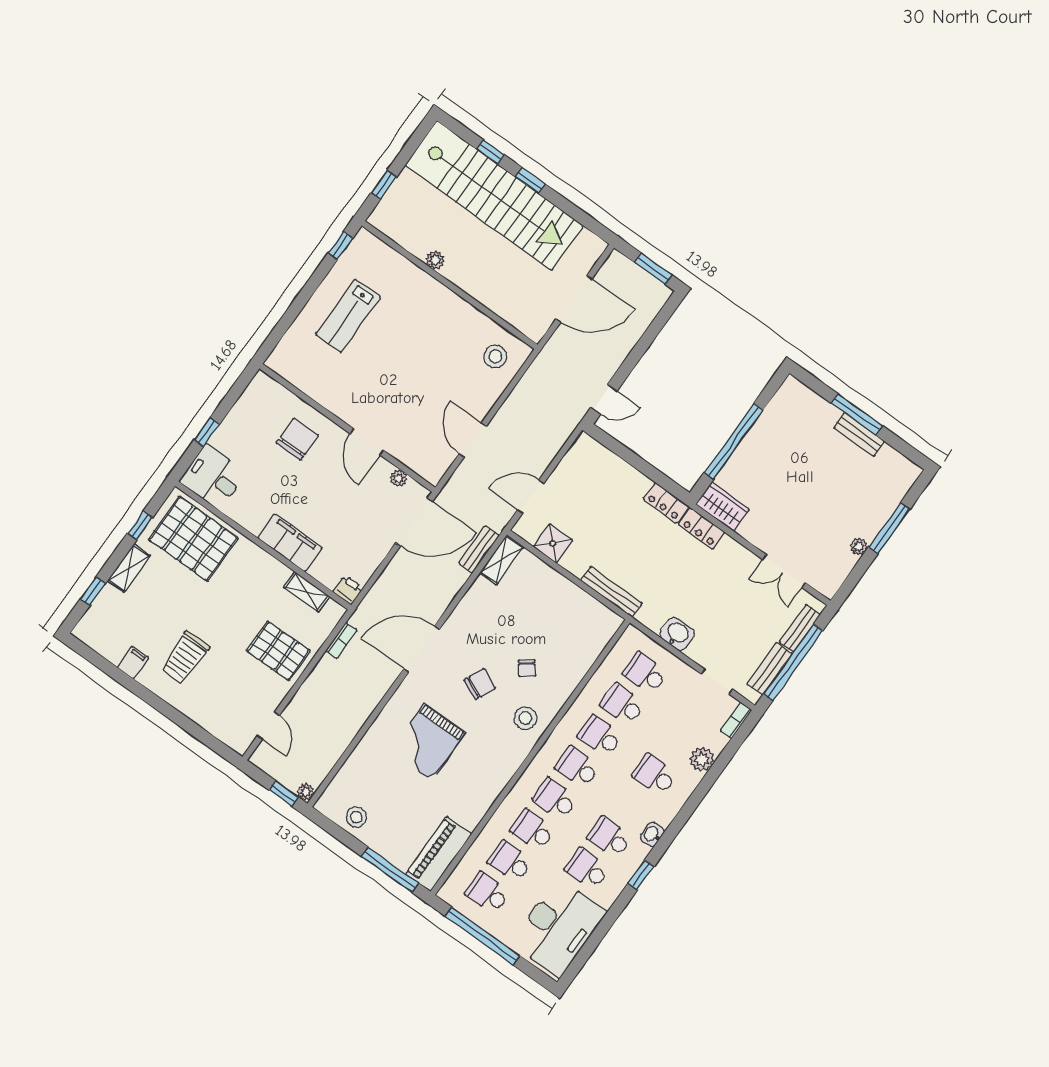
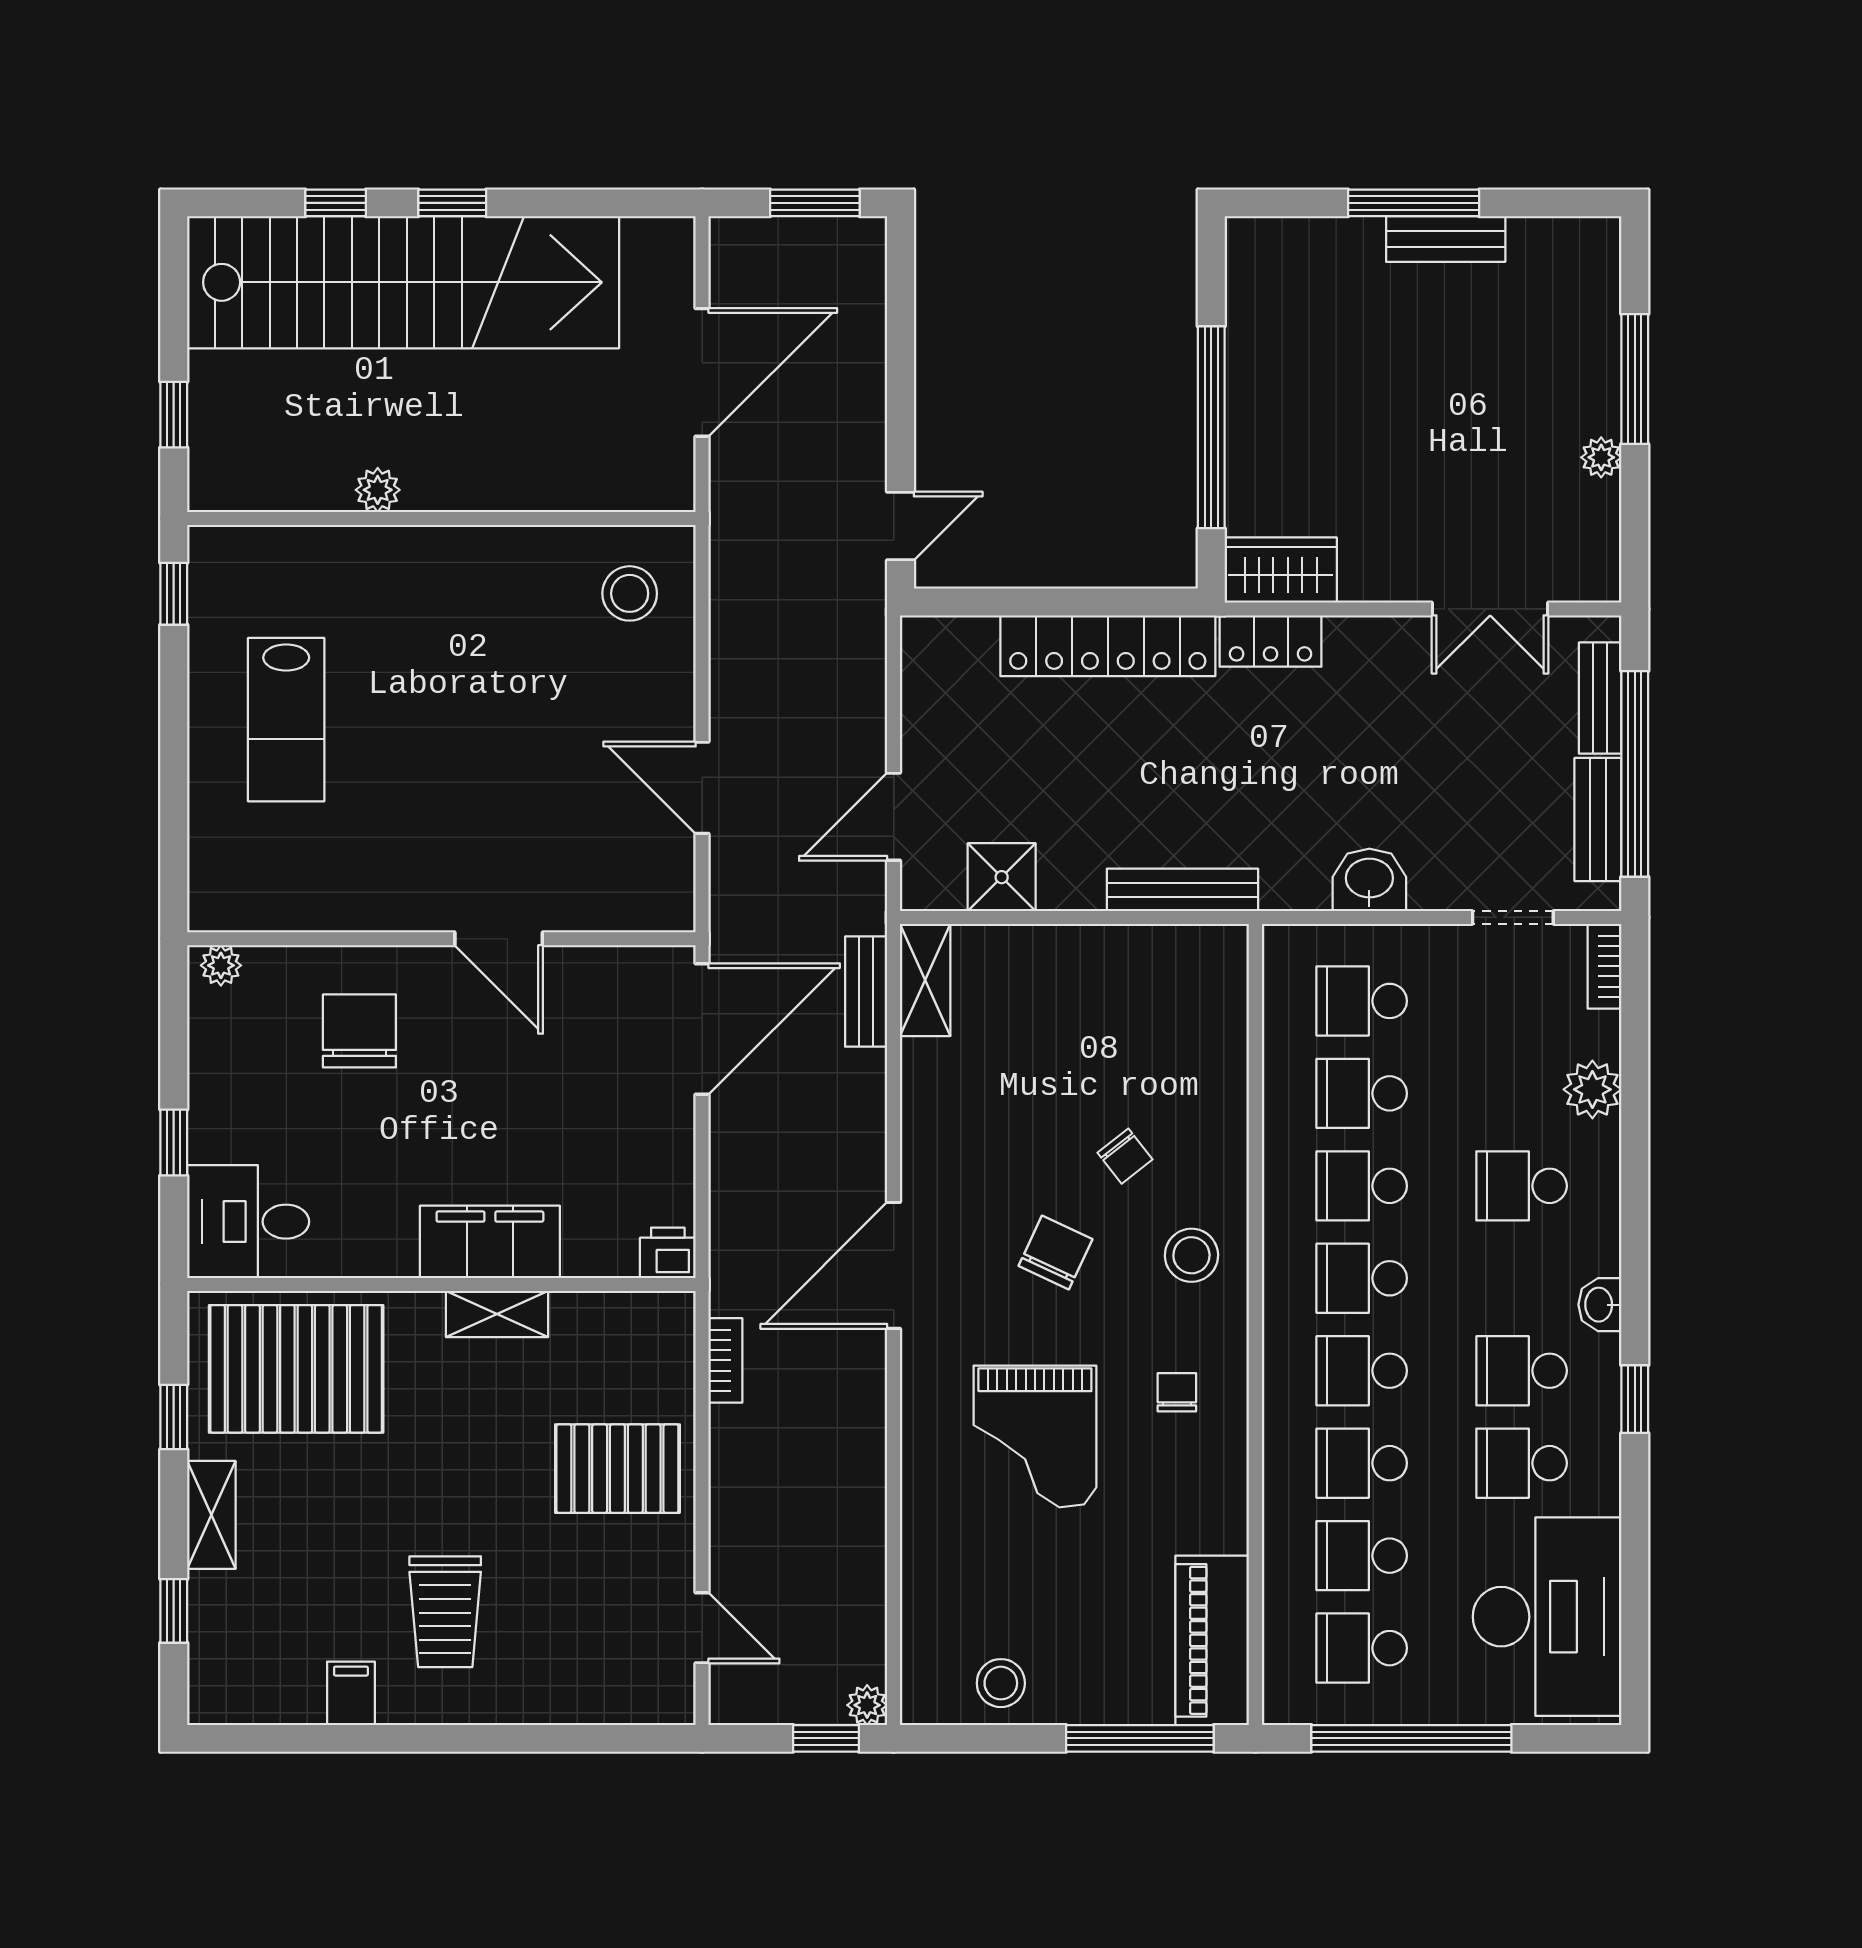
plant: (399, 478) -> (221, 965), moved
locker: (666, 503) -> (1108, 646), width x2.16, depth x1.21
shelving: (307, 592) -> (497, 1314), moved
chair: (487, 761) -> (1177, 1392), added

